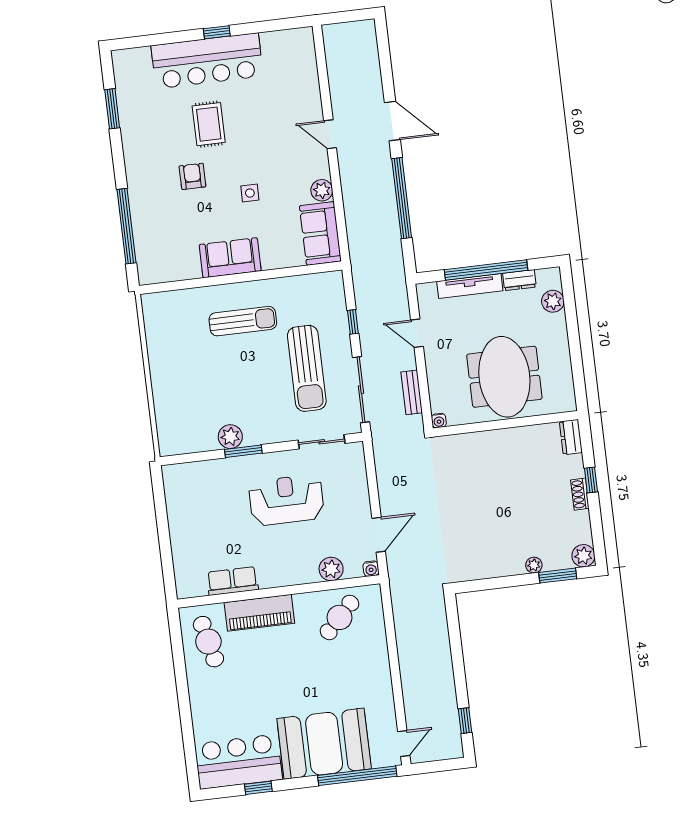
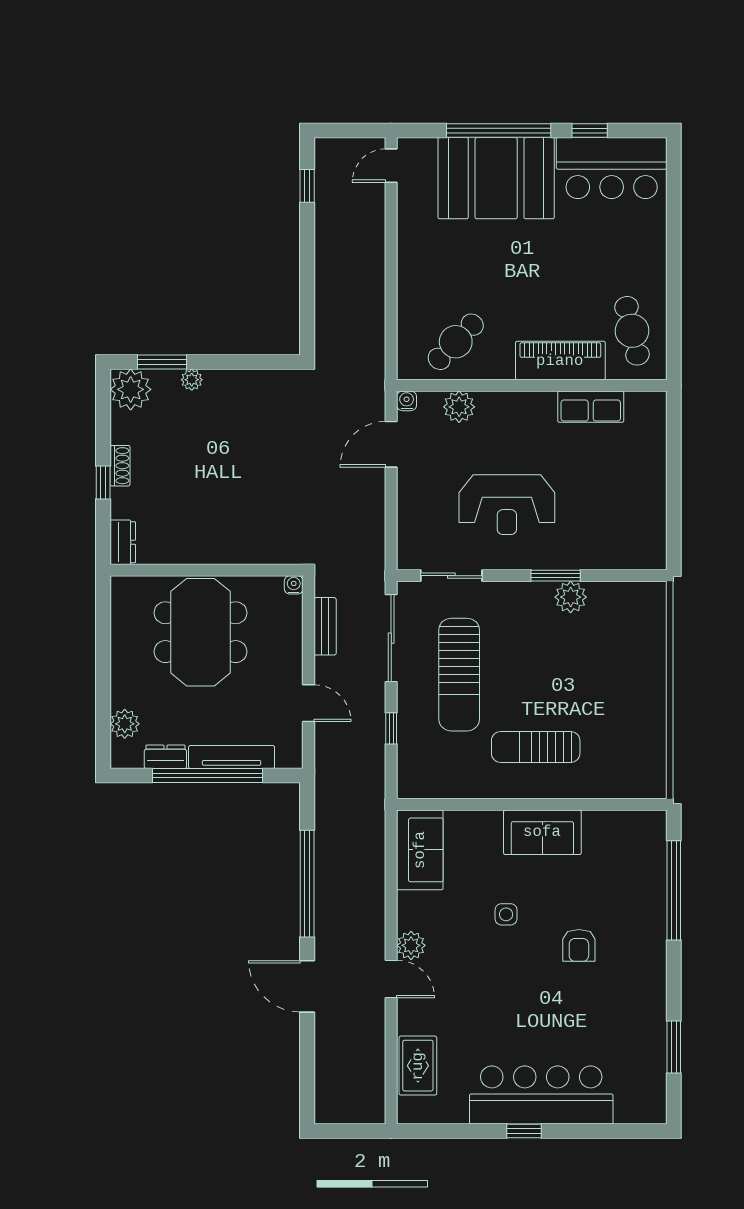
rug: (209, 124) -> (418, 1066), moved
plant: (322, 190) -> (411, 945), moved
sun lounger: (307, 368) -> (459, 675), turned 180
plant: (583, 556) -> (131, 389), width x1.36, depth x1.36
window: (357, 776) -> (499, 131), moved

